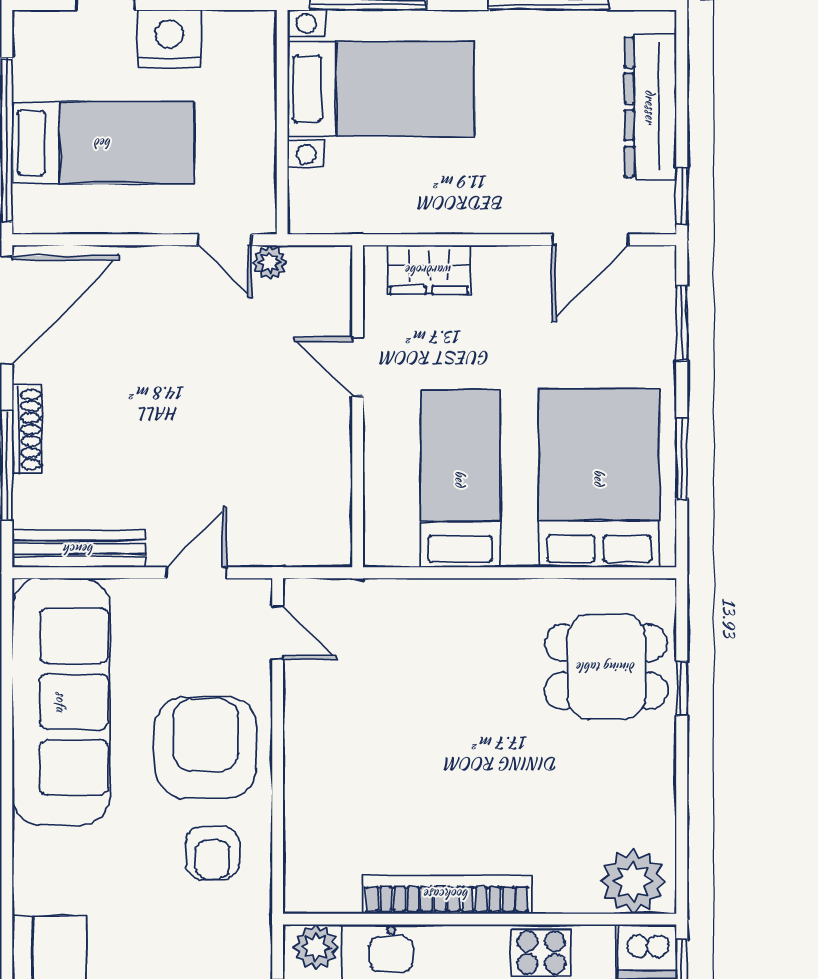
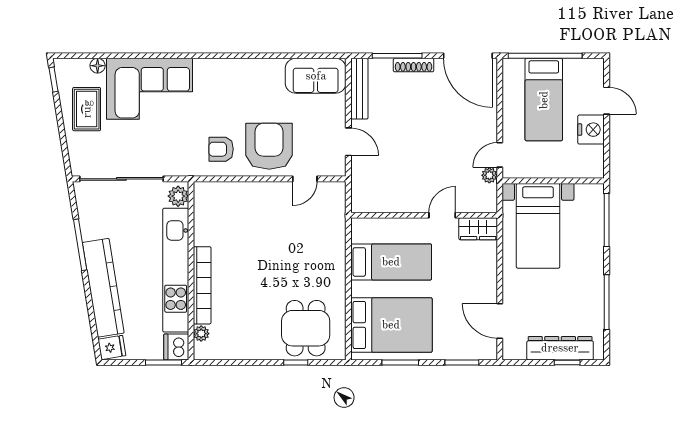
bed with nightstands: (381, 89) -> (538, 226), moved
window: (682, 196) -> (567, 363), moved
wardrobe: (429, 270) -> (478, 229), moved, turned -90
door: (278, 633) -> (305, 179), moved
sofa: (61, 702) -> (316, 76), width x0.54, depth x0.79
armchair: (206, 747) -> (269, 146), turned -90
plant: (633, 881) -> (201, 334), width x0.53, depth x0.53
bookcase: (447, 894) -> (202, 285), moved

